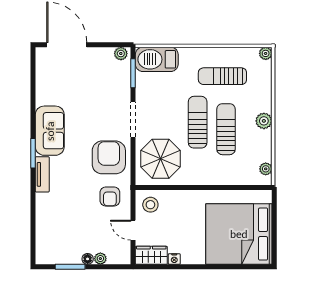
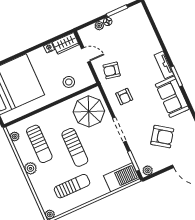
armchair: (84, 87) -> (162, 137), added
sun lounger: (226, 129) -> (39, 144), moved
armchair: (109, 157) -> (124, 97), width x0.53, depth x0.53
armchair: (110, 197) -> (112, 70), turned -79
stool: (150, 205) -> (69, 82), moved

